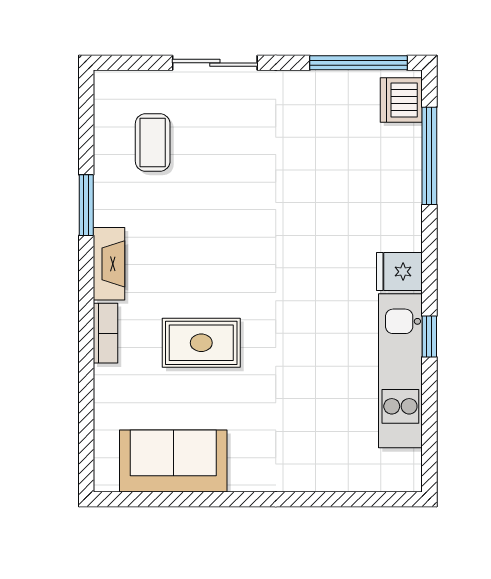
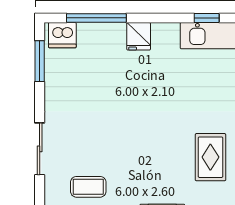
window: (359, 63) -> (40, 61), width x0.69
fridge: (399, 272) -> (139, 36), moved

